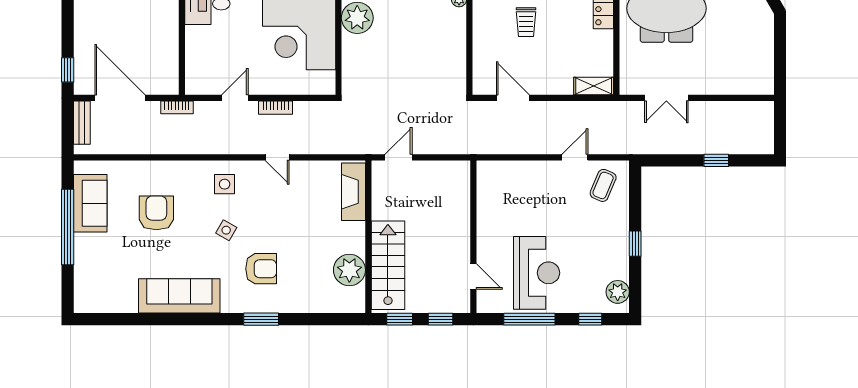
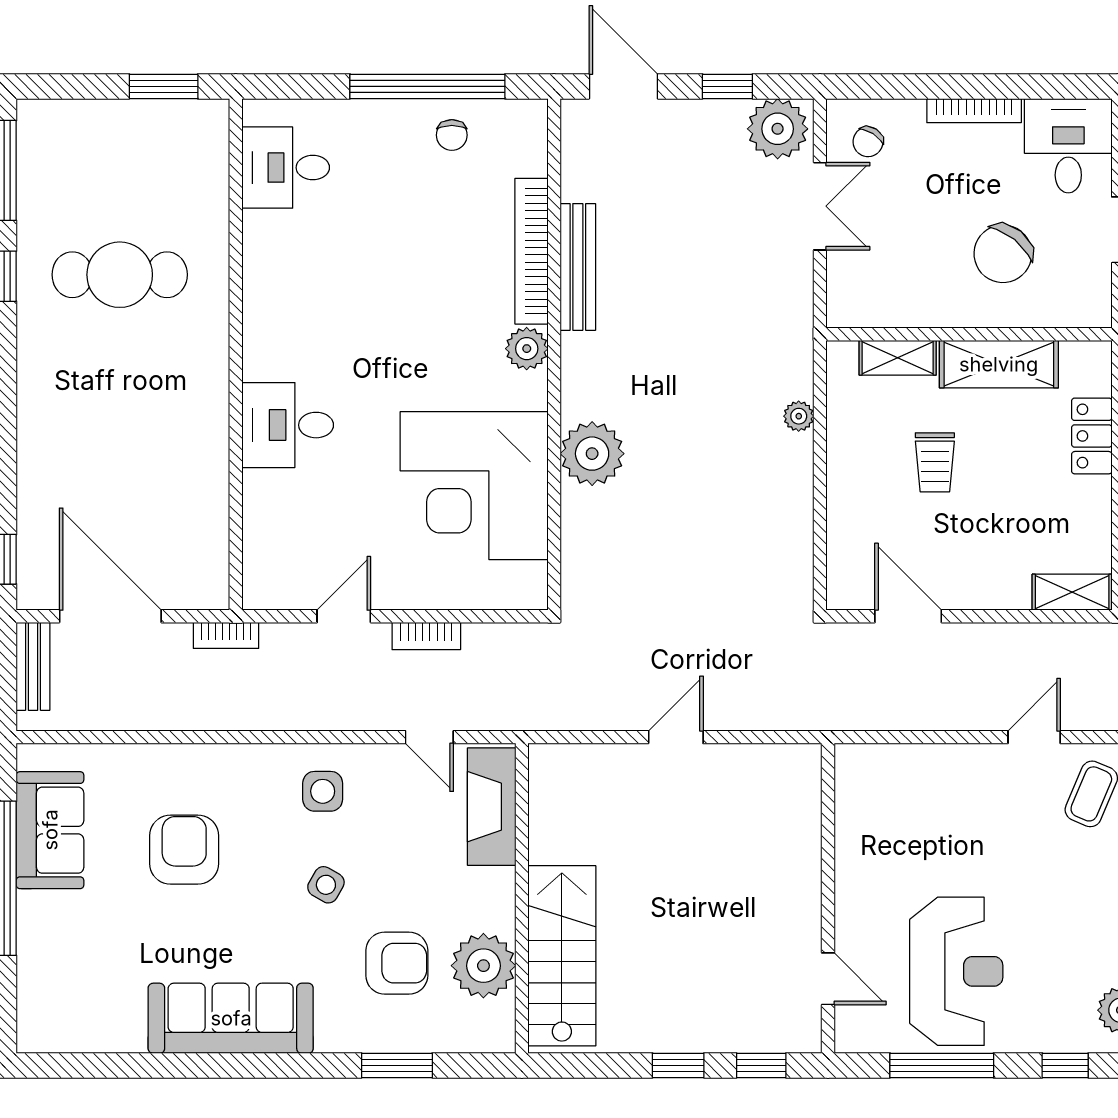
fireplace: (353, 192) -> (492, 807), moved
wall: (368, 237) -> (522, 898), moved
stairs: (388, 265) -> (562, 956), moved
plant: (349, 270) -> (483, 966), moved

